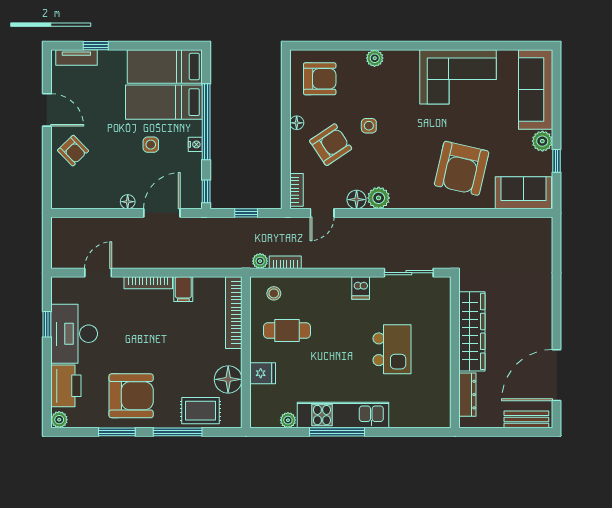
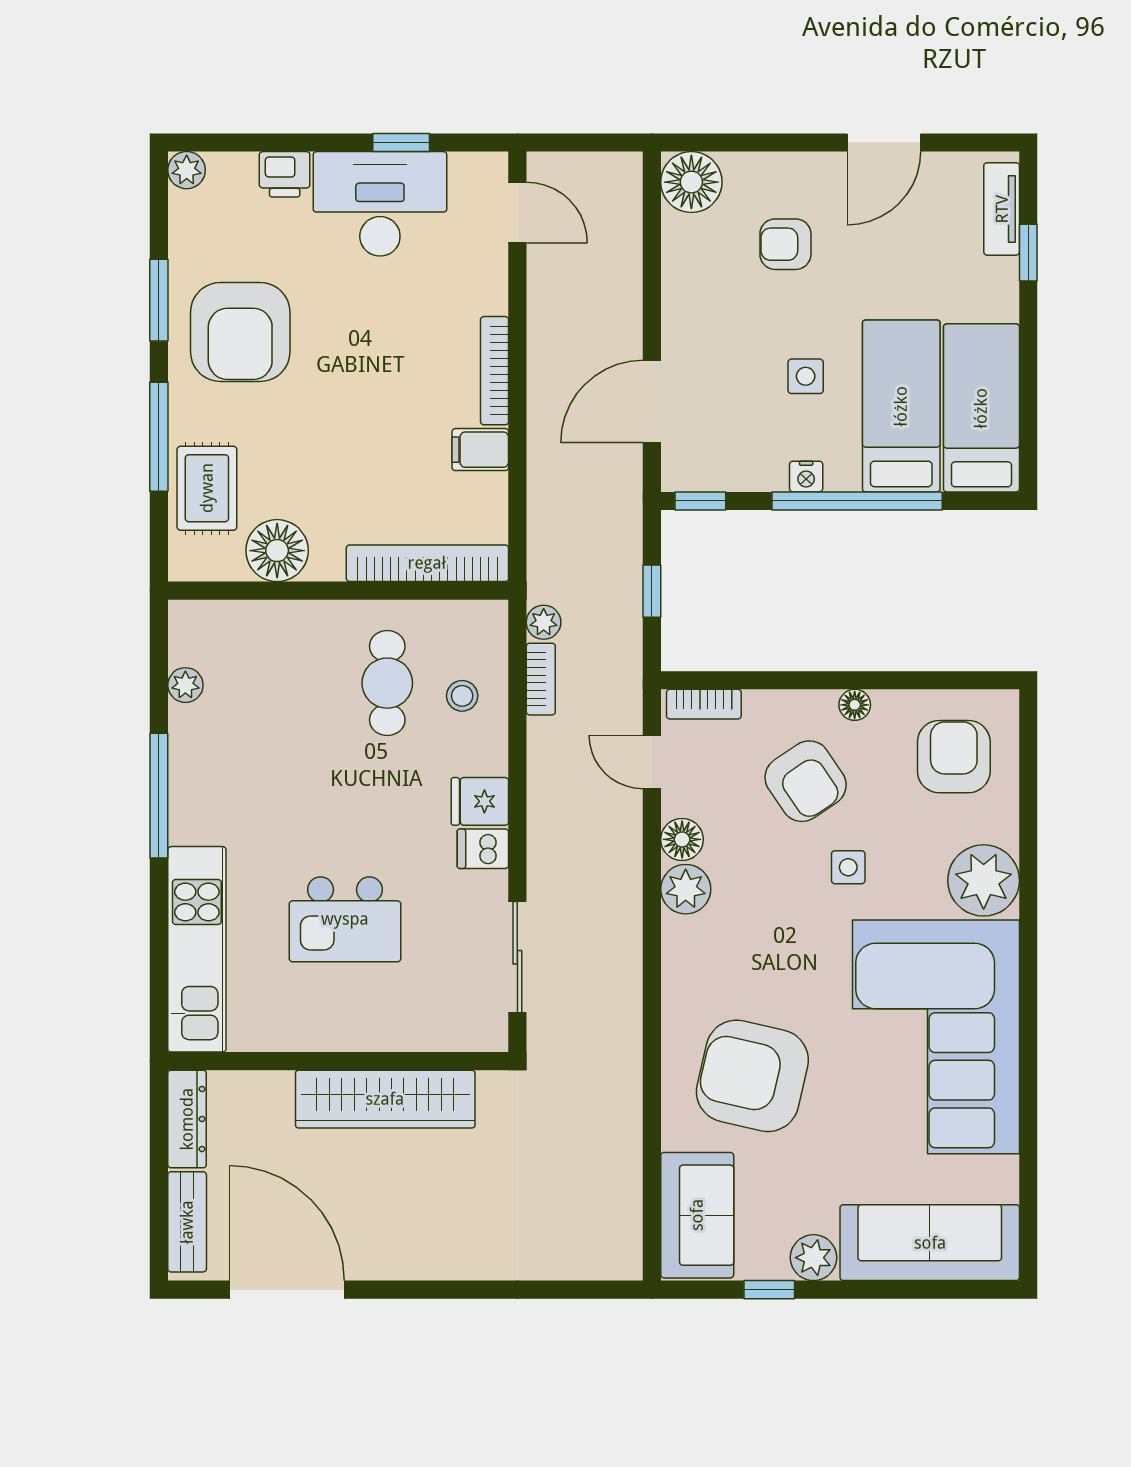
plant: (375, 58) -> (984, 880), width x1.88, depth x1.88
corner sofa: (458, 77) -> (936, 1037), width x1.36, depth x1.36
armchair: (320, 79) -> (954, 757), turned 180
armchair: (73, 151) -> (785, 244), moved, turned 44
floor lamp: (128, 202) -> (691, 182), moved, width x1.89, depth x1.89
door: (162, 213) -> (652, 401), swing flipped
door: (98, 273) -> (517, 212), moved
stool: (274, 293) -> (462, 696), moved
fridge: (263, 373) -> (480, 801), moved, turned 90
printer: (66, 386) -> (285, 174), width x0.53, depth x0.68
dresser: (467, 395) -> (187, 1119), moved, turned -90
kitchen unit: (343, 415) -> (197, 949), moved

